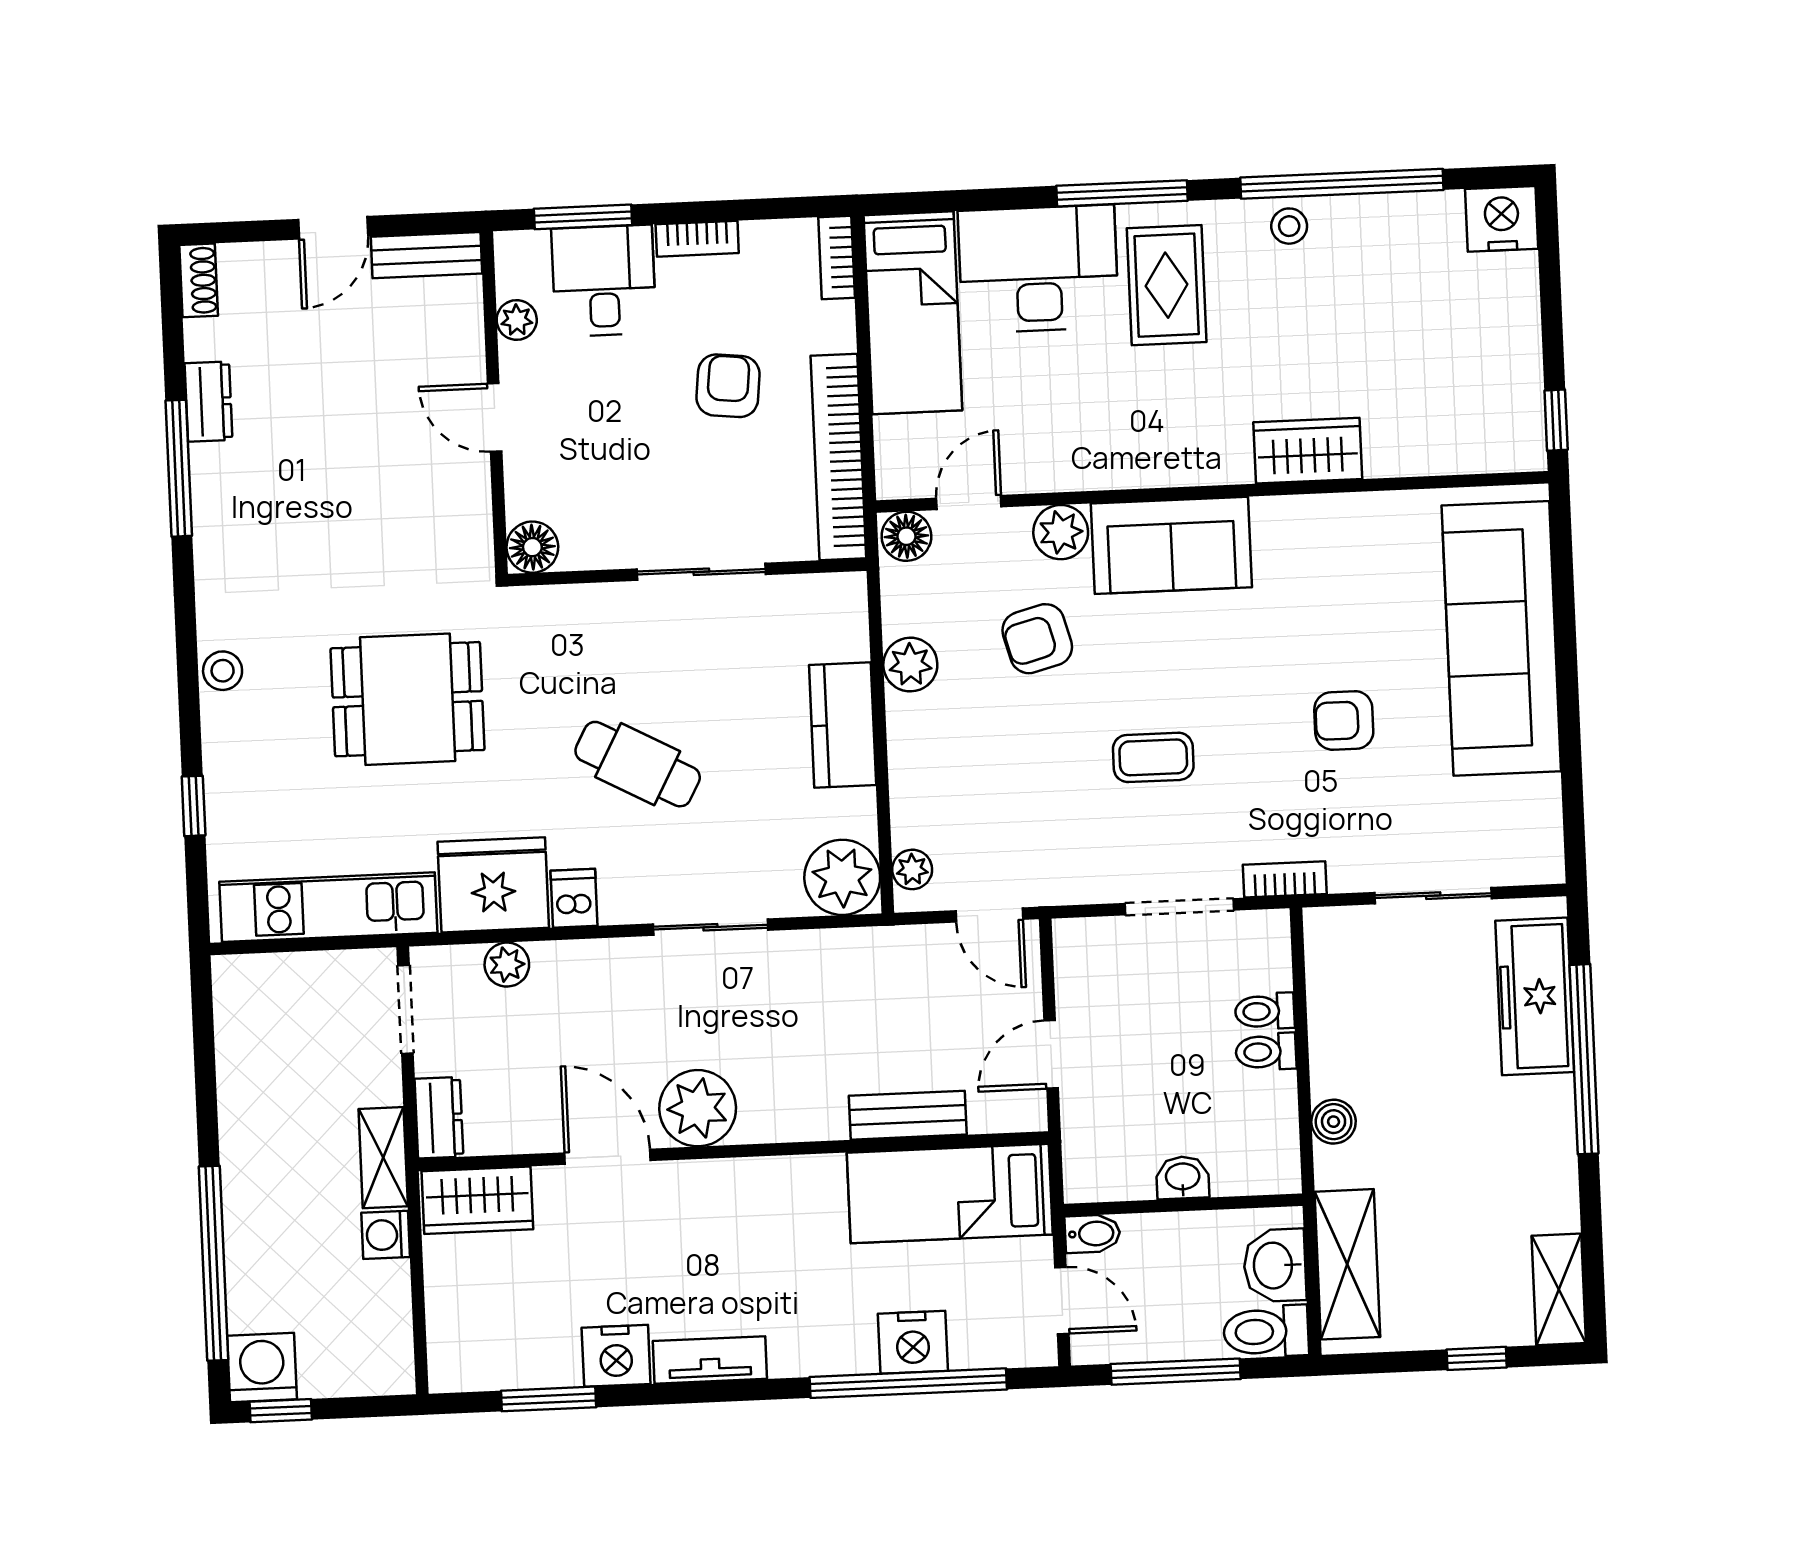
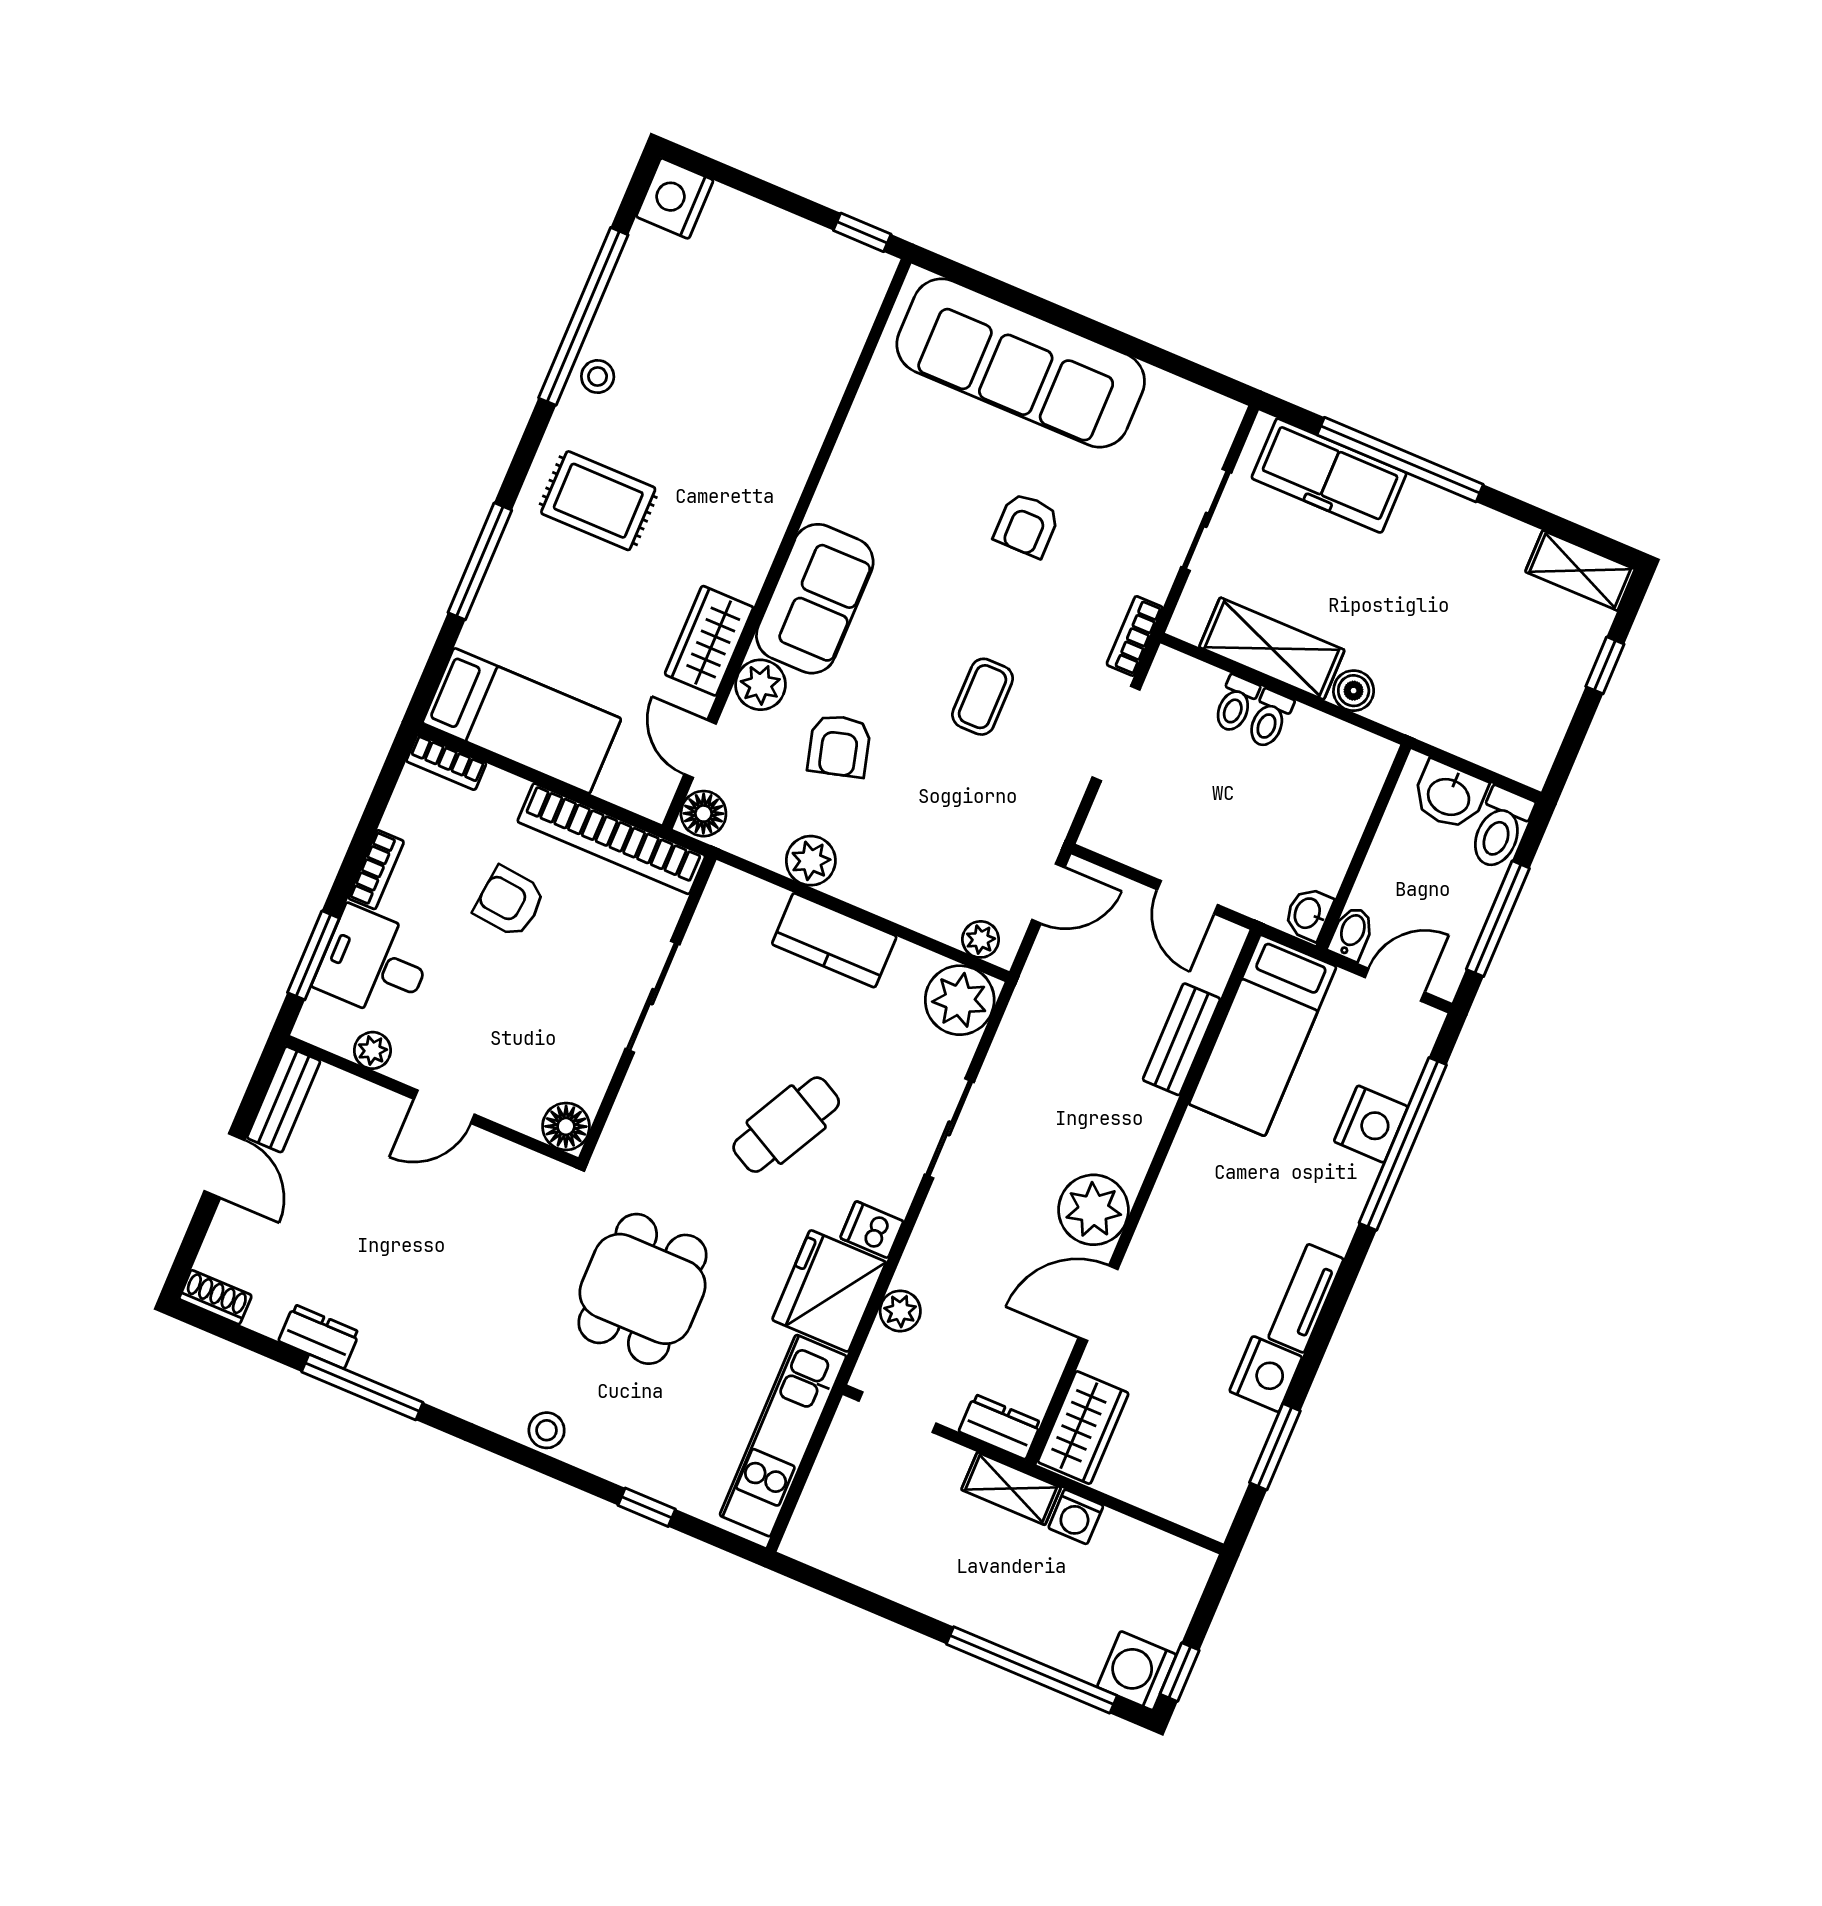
window: (1122, 193) -> (480, 561), moved
desk: (1038, 269) -> (535, 600), removed
wardrobe: (1308, 451) -> (709, 641), moved
washbasin: (1183, 1178) -> (1308, 914), moved
shelving: (1347, 1264) -> (1272, 649), moved

